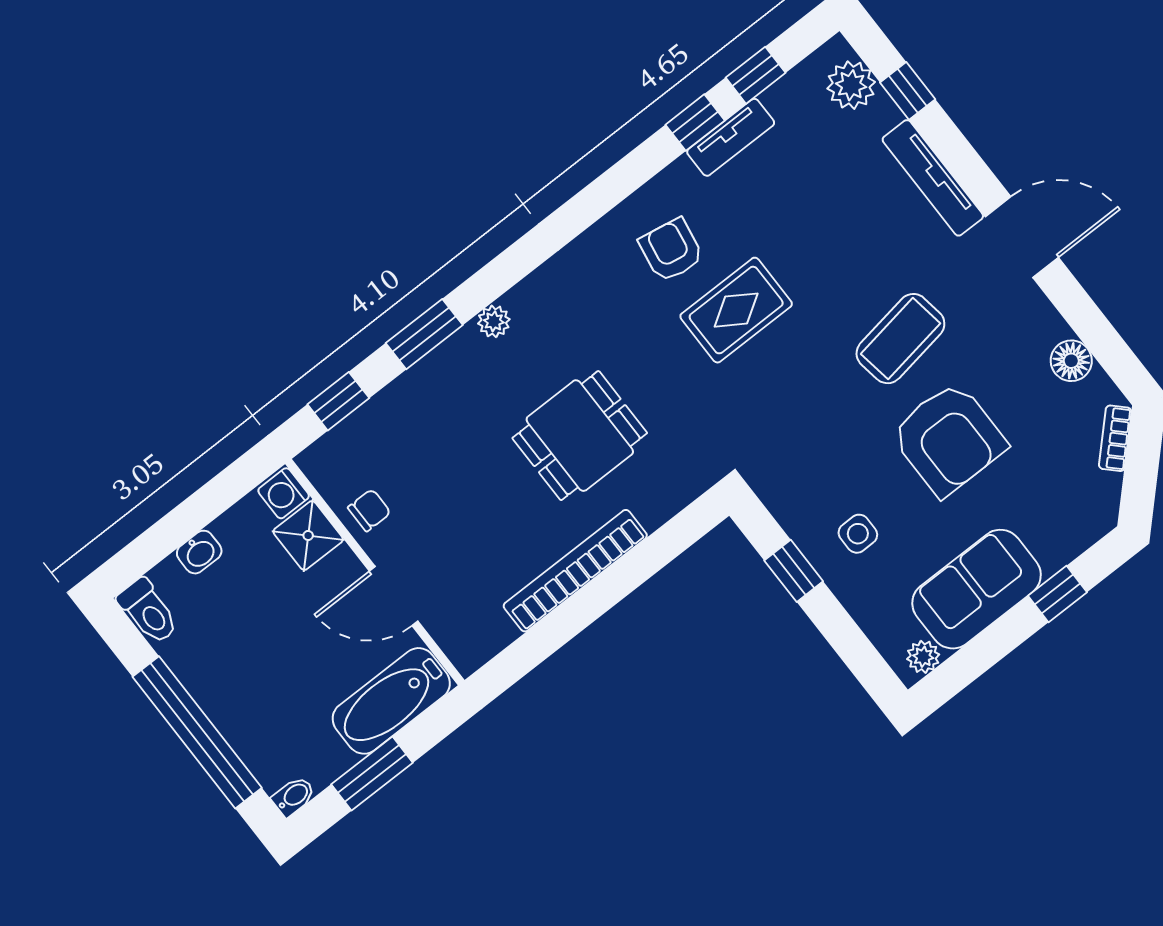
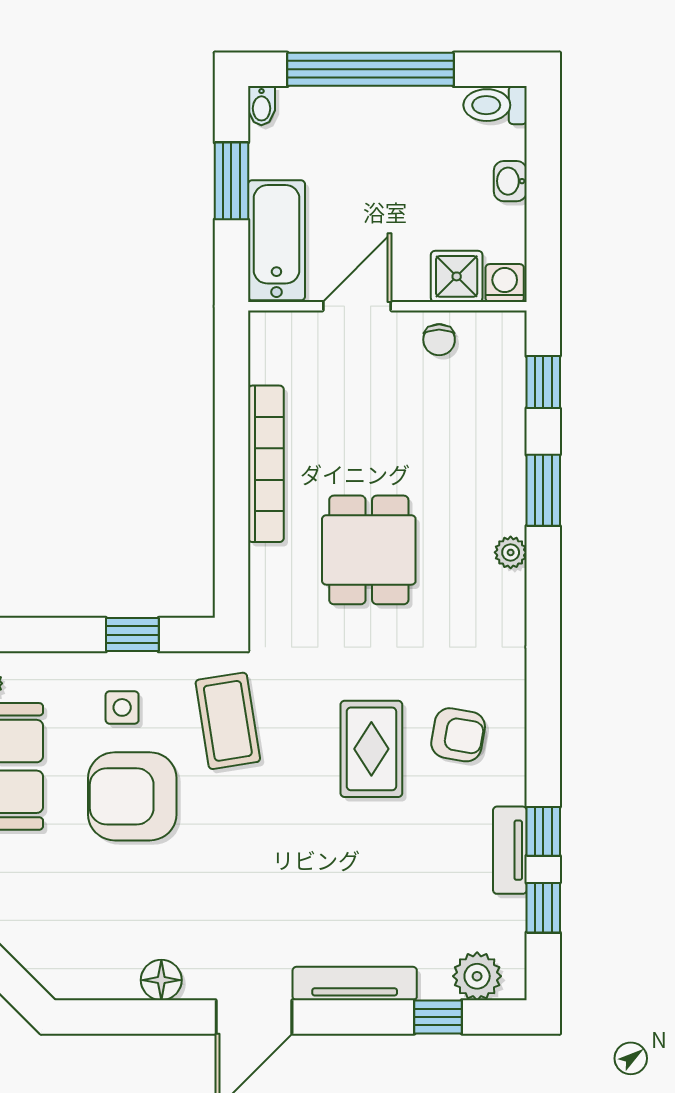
coffee table: (900, 339) -> (228, 721), moved
floor lamp: (1071, 361) -> (161, 980), moved
bookcase: (1115, 438) -> (39, 967), removed
armchair: (948, 439) -> (132, 796), moved

